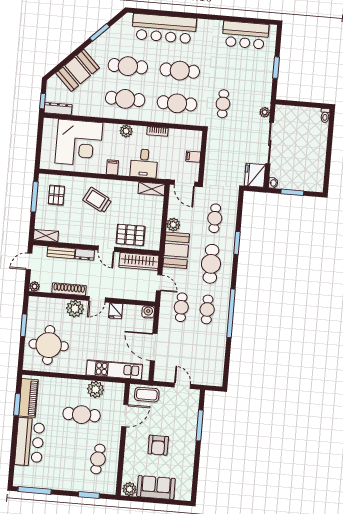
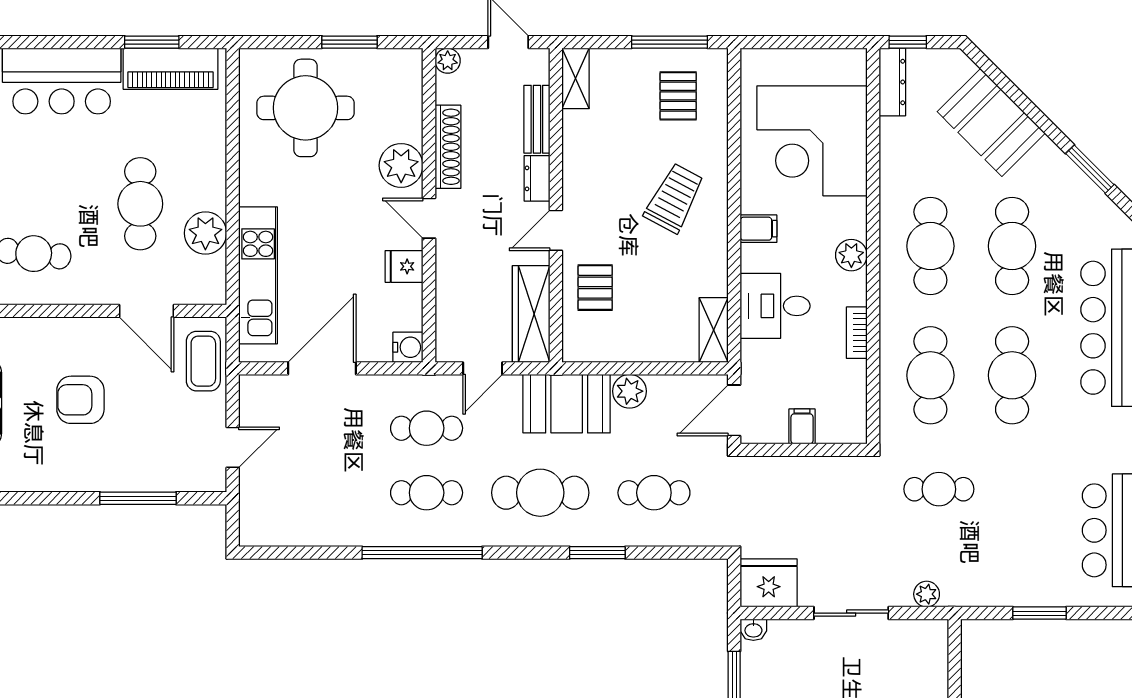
sliding door: (270, 143) -> (851, 613), width x0.73
pallet: (56, 195) -> (678, 96), turned 90
pallet: (131, 235) -> (595, 288), width x0.67, depth x0.71

